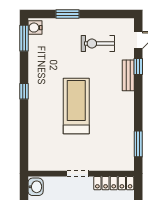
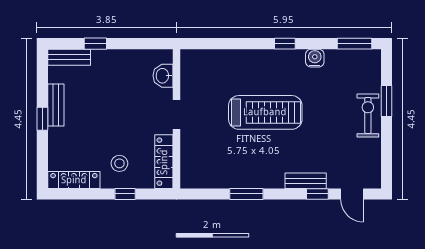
water cooler: (35, 28) -> (315, 58), moved
exercise bike: (98, 44) -> (368, 116), moved
window: (138, 144) -> (246, 194), moved
washbasin: (36, 187) -> (163, 76), moved, turned 90

